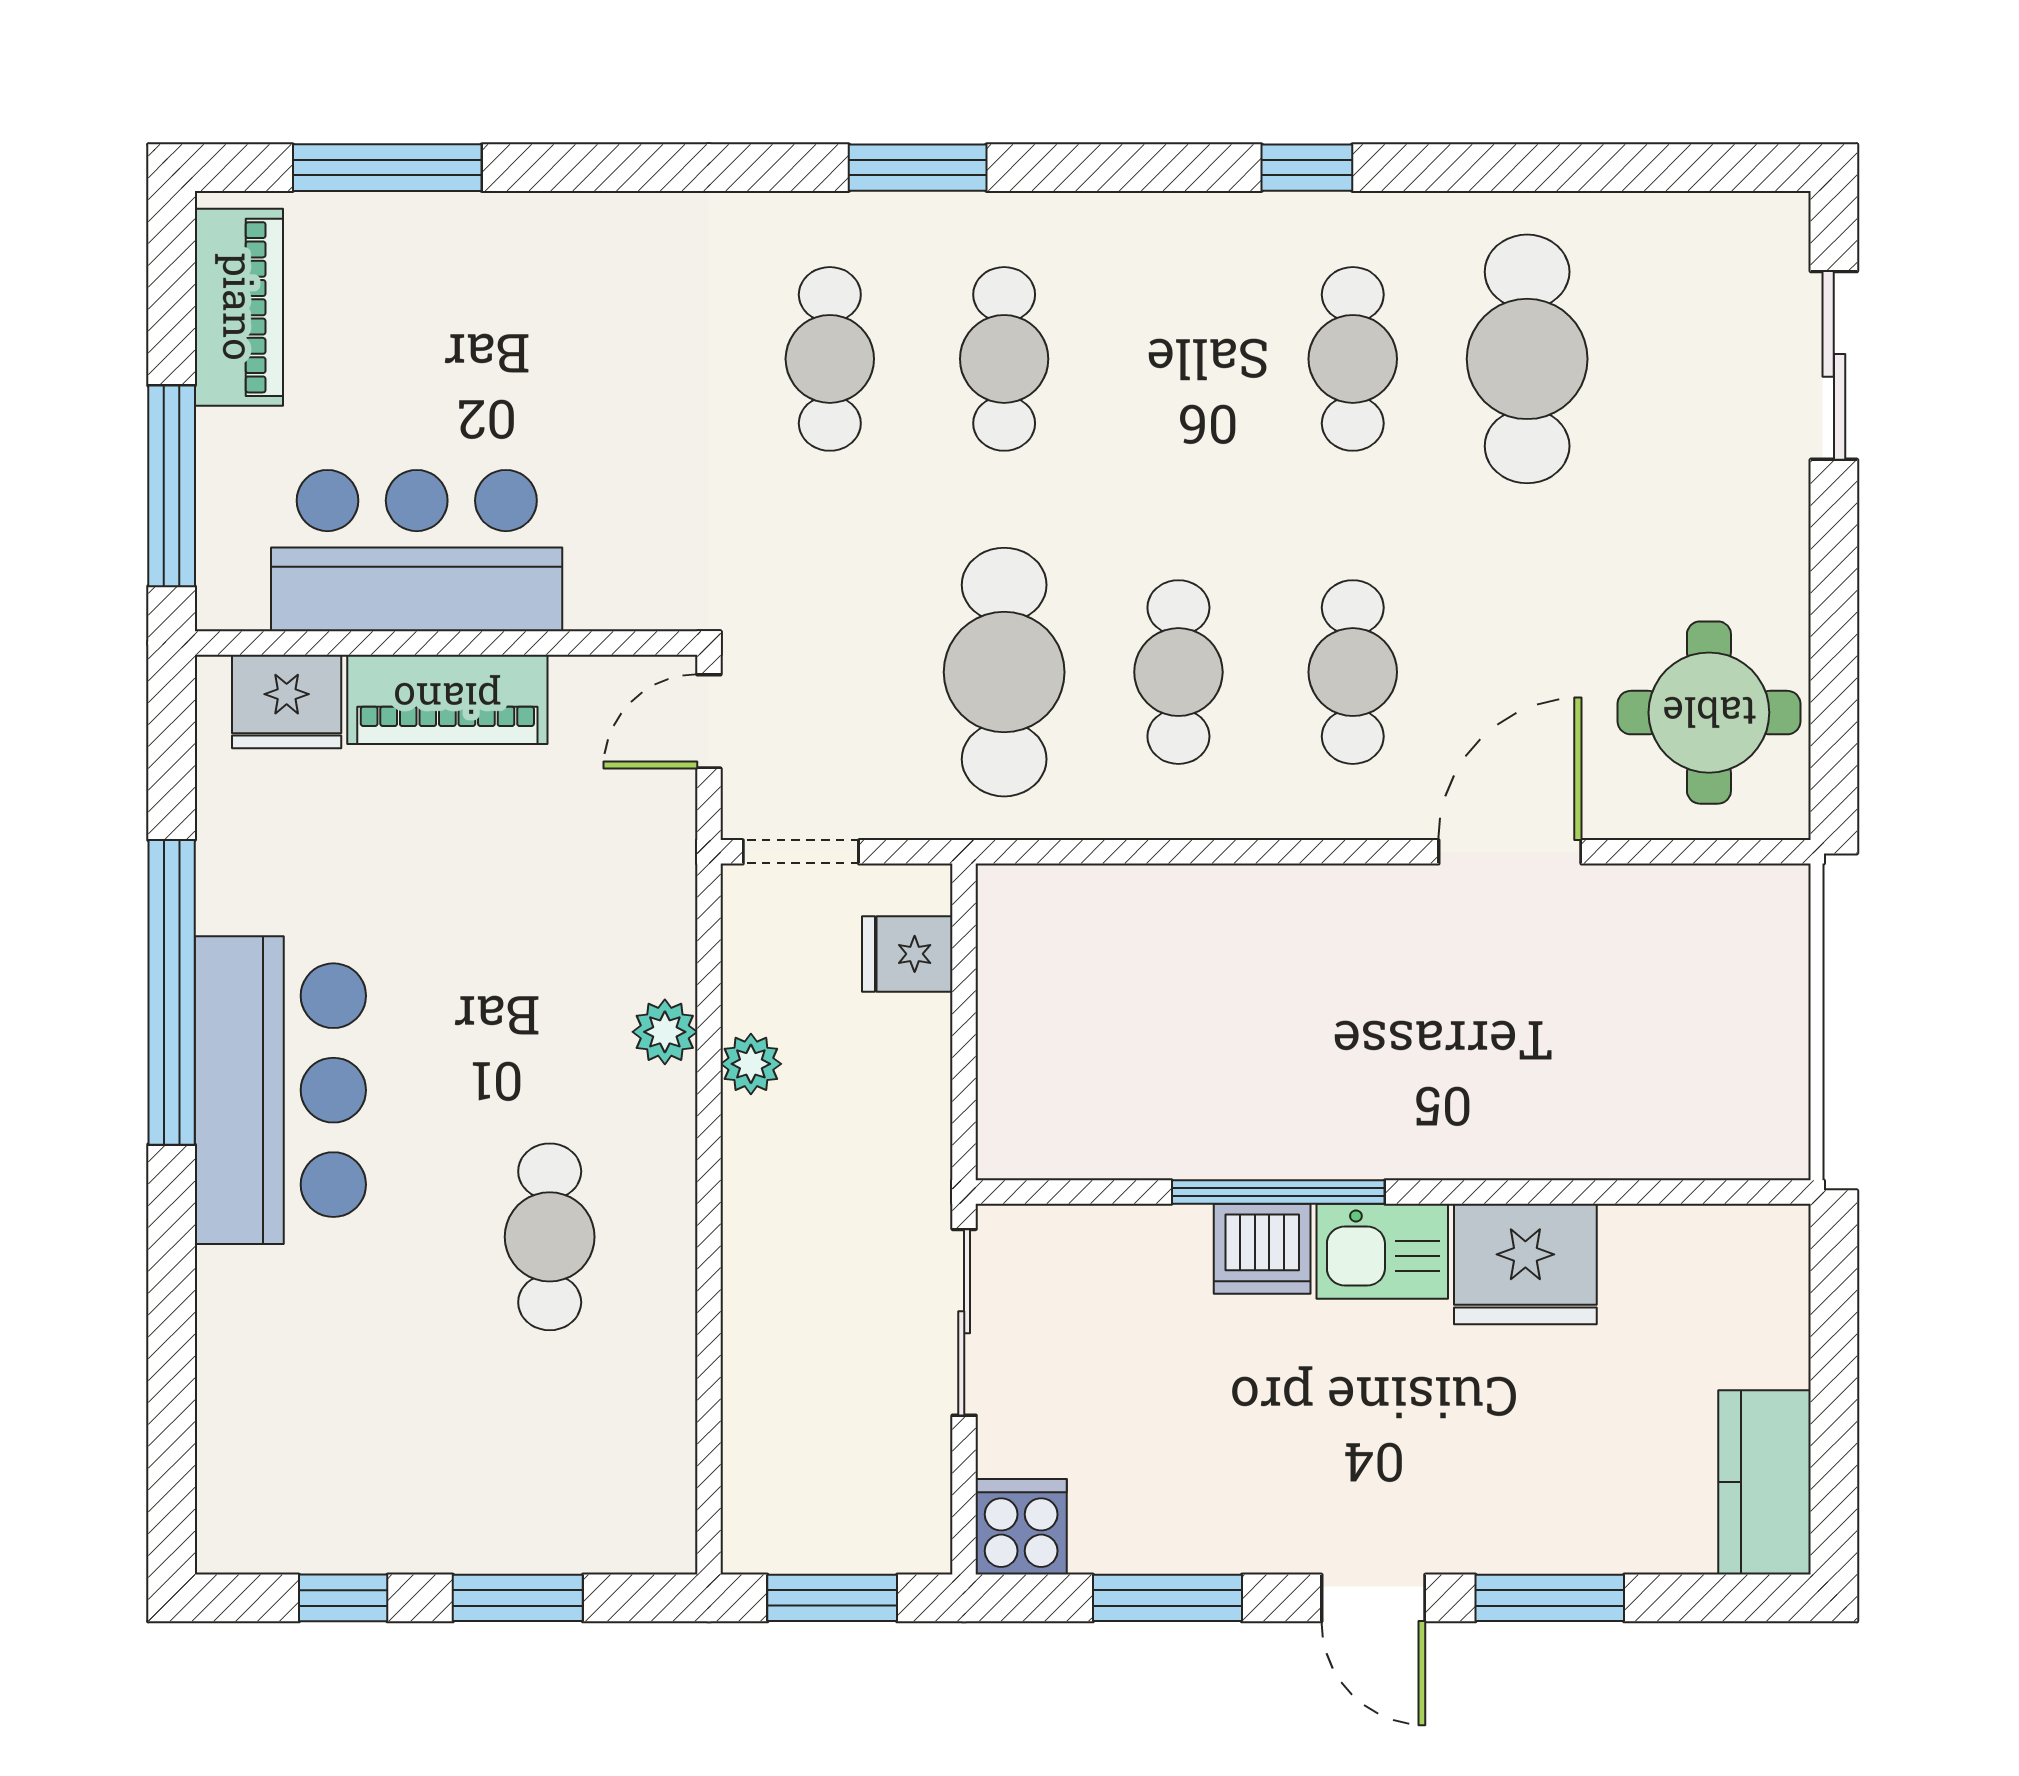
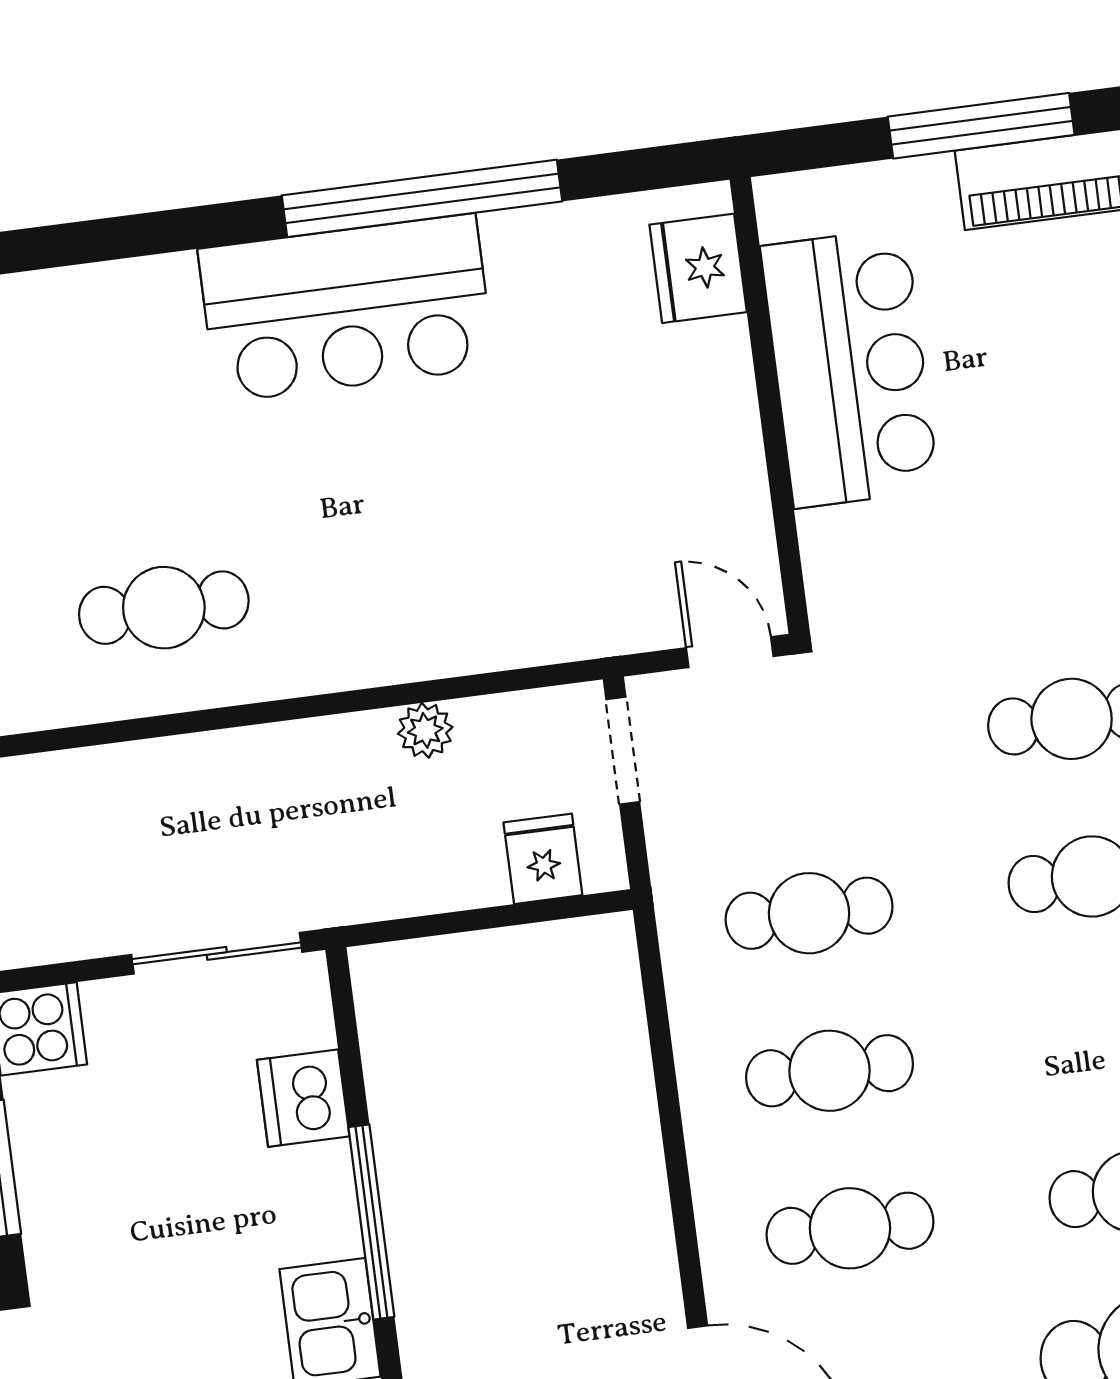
window: (172, 486) -> (981, 126), moved
cafe table: (1004, 672) -> (809, 913), width x0.73, depth x0.74
piano: (447, 699) -> (719, 413), removed
plant: (665, 1032) -> (444, 649), removed
cafe table: (550, 1237) -> (164, 608), moved
dishwasher: (1262, 1249) -> (303, 1098), moved

